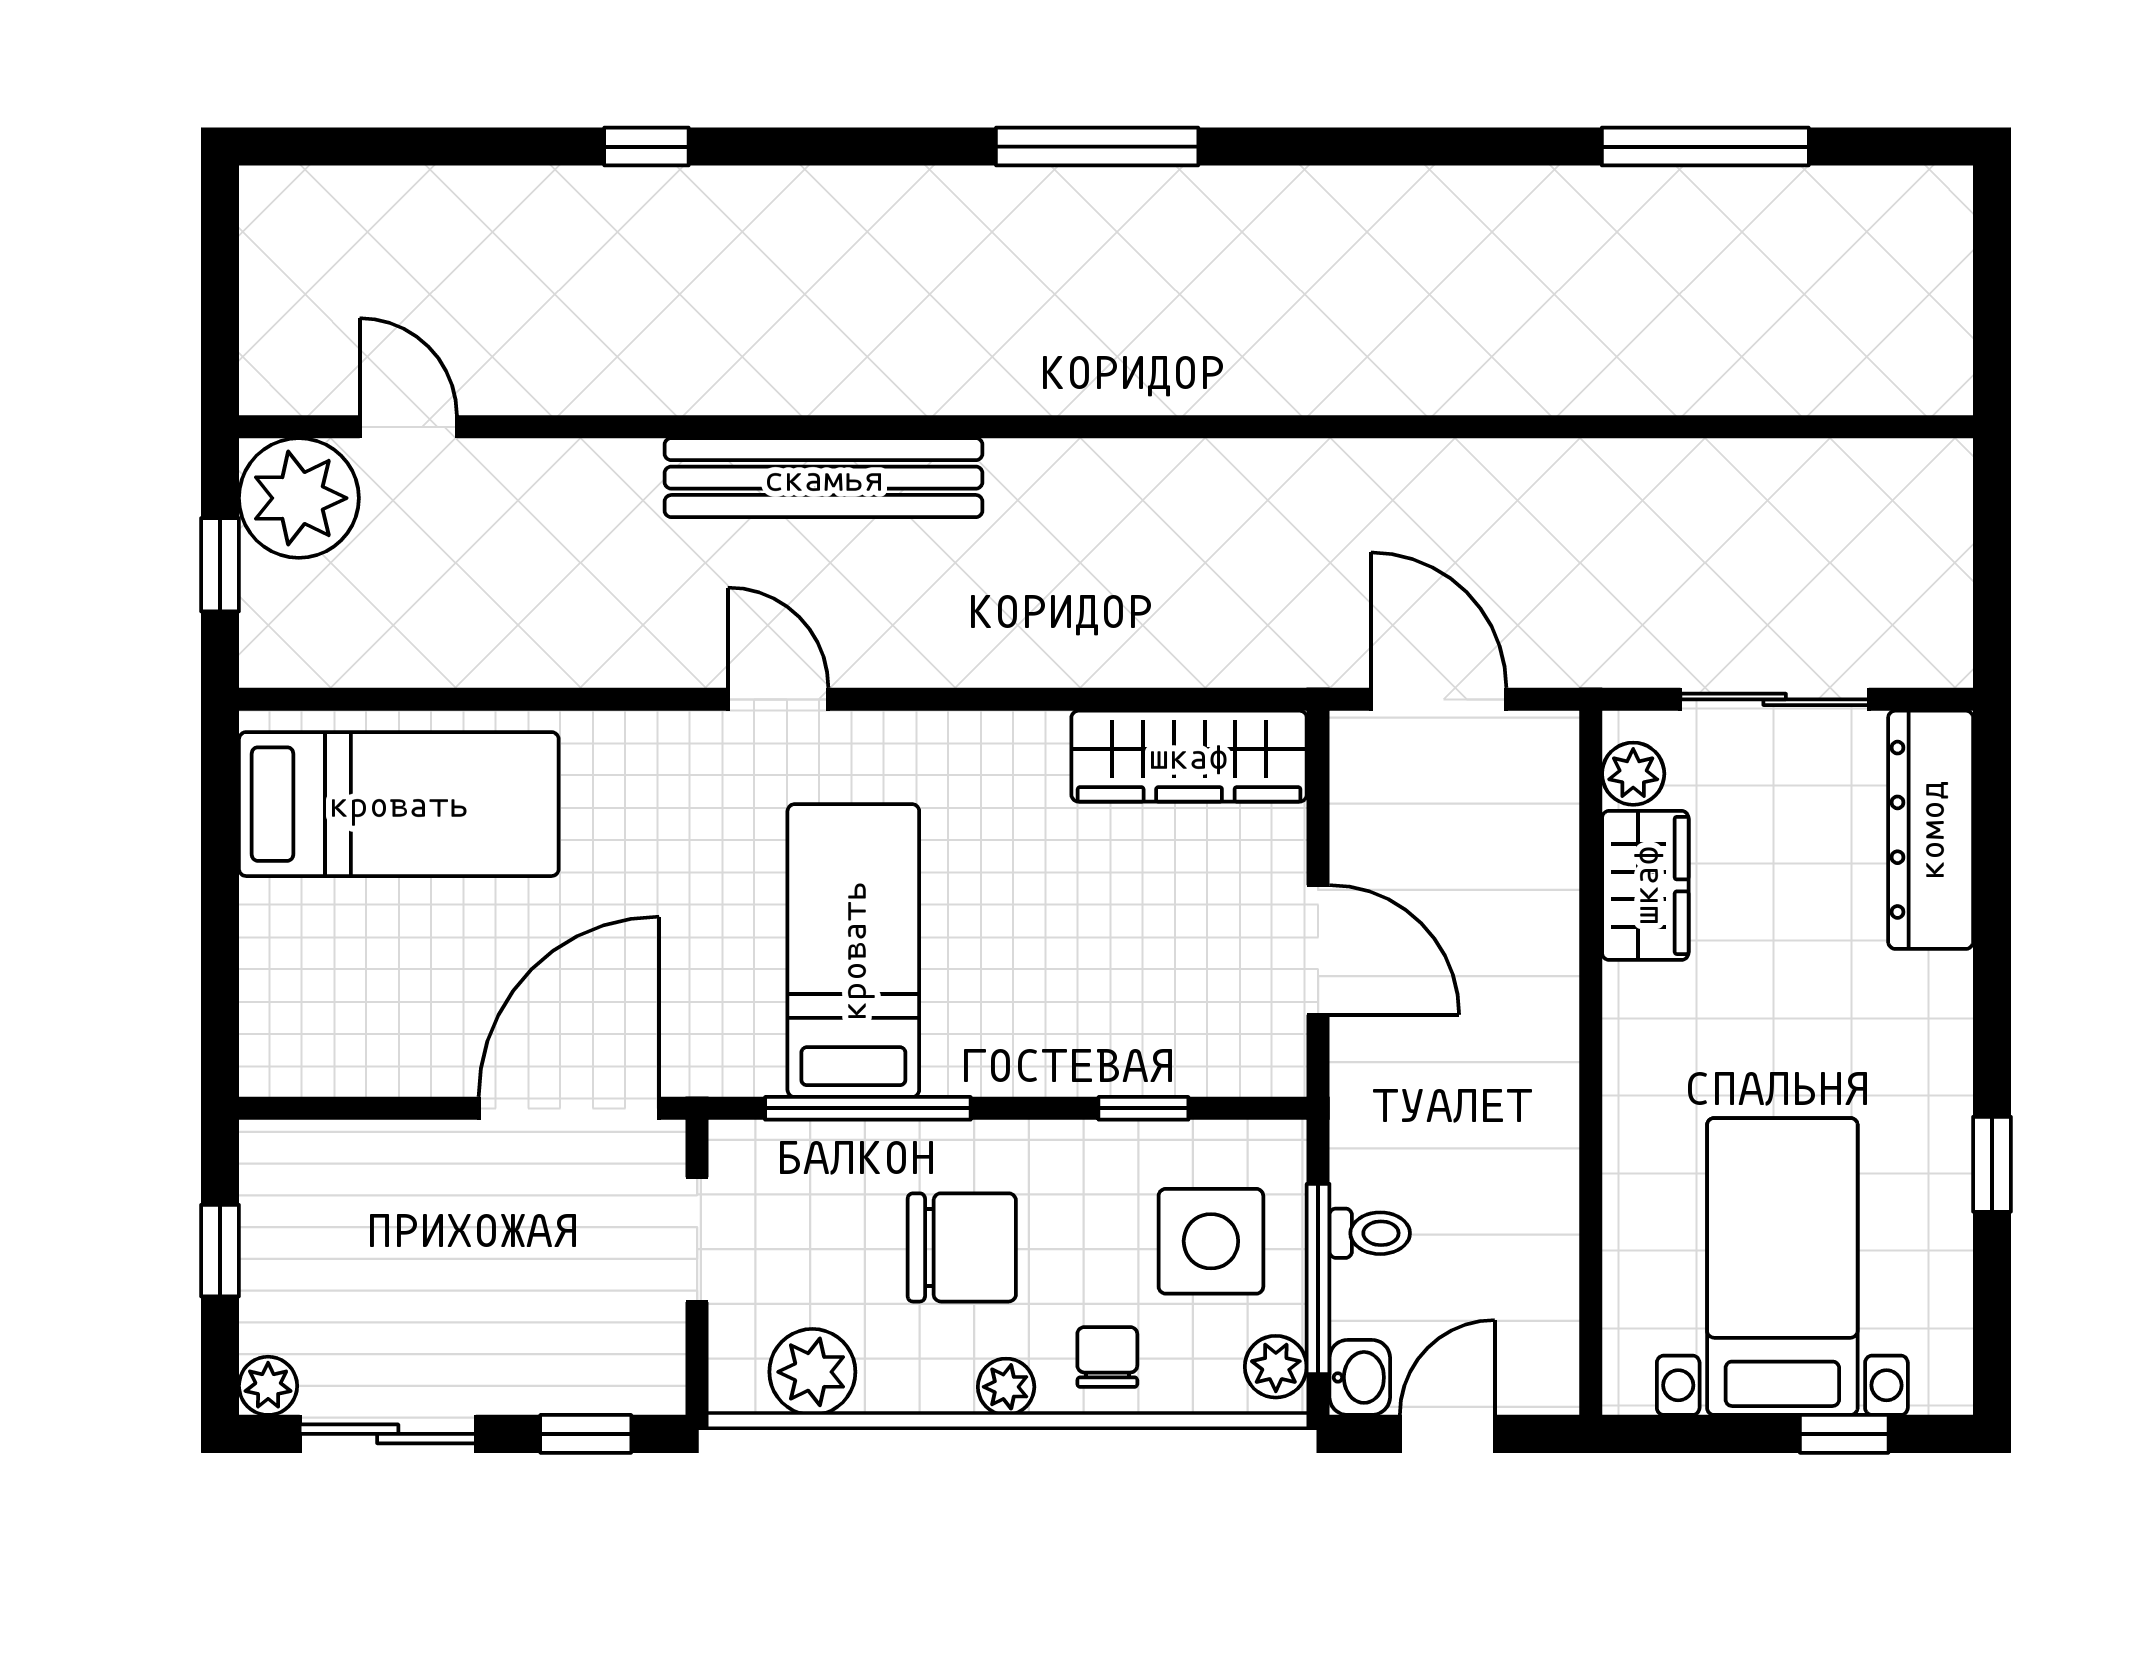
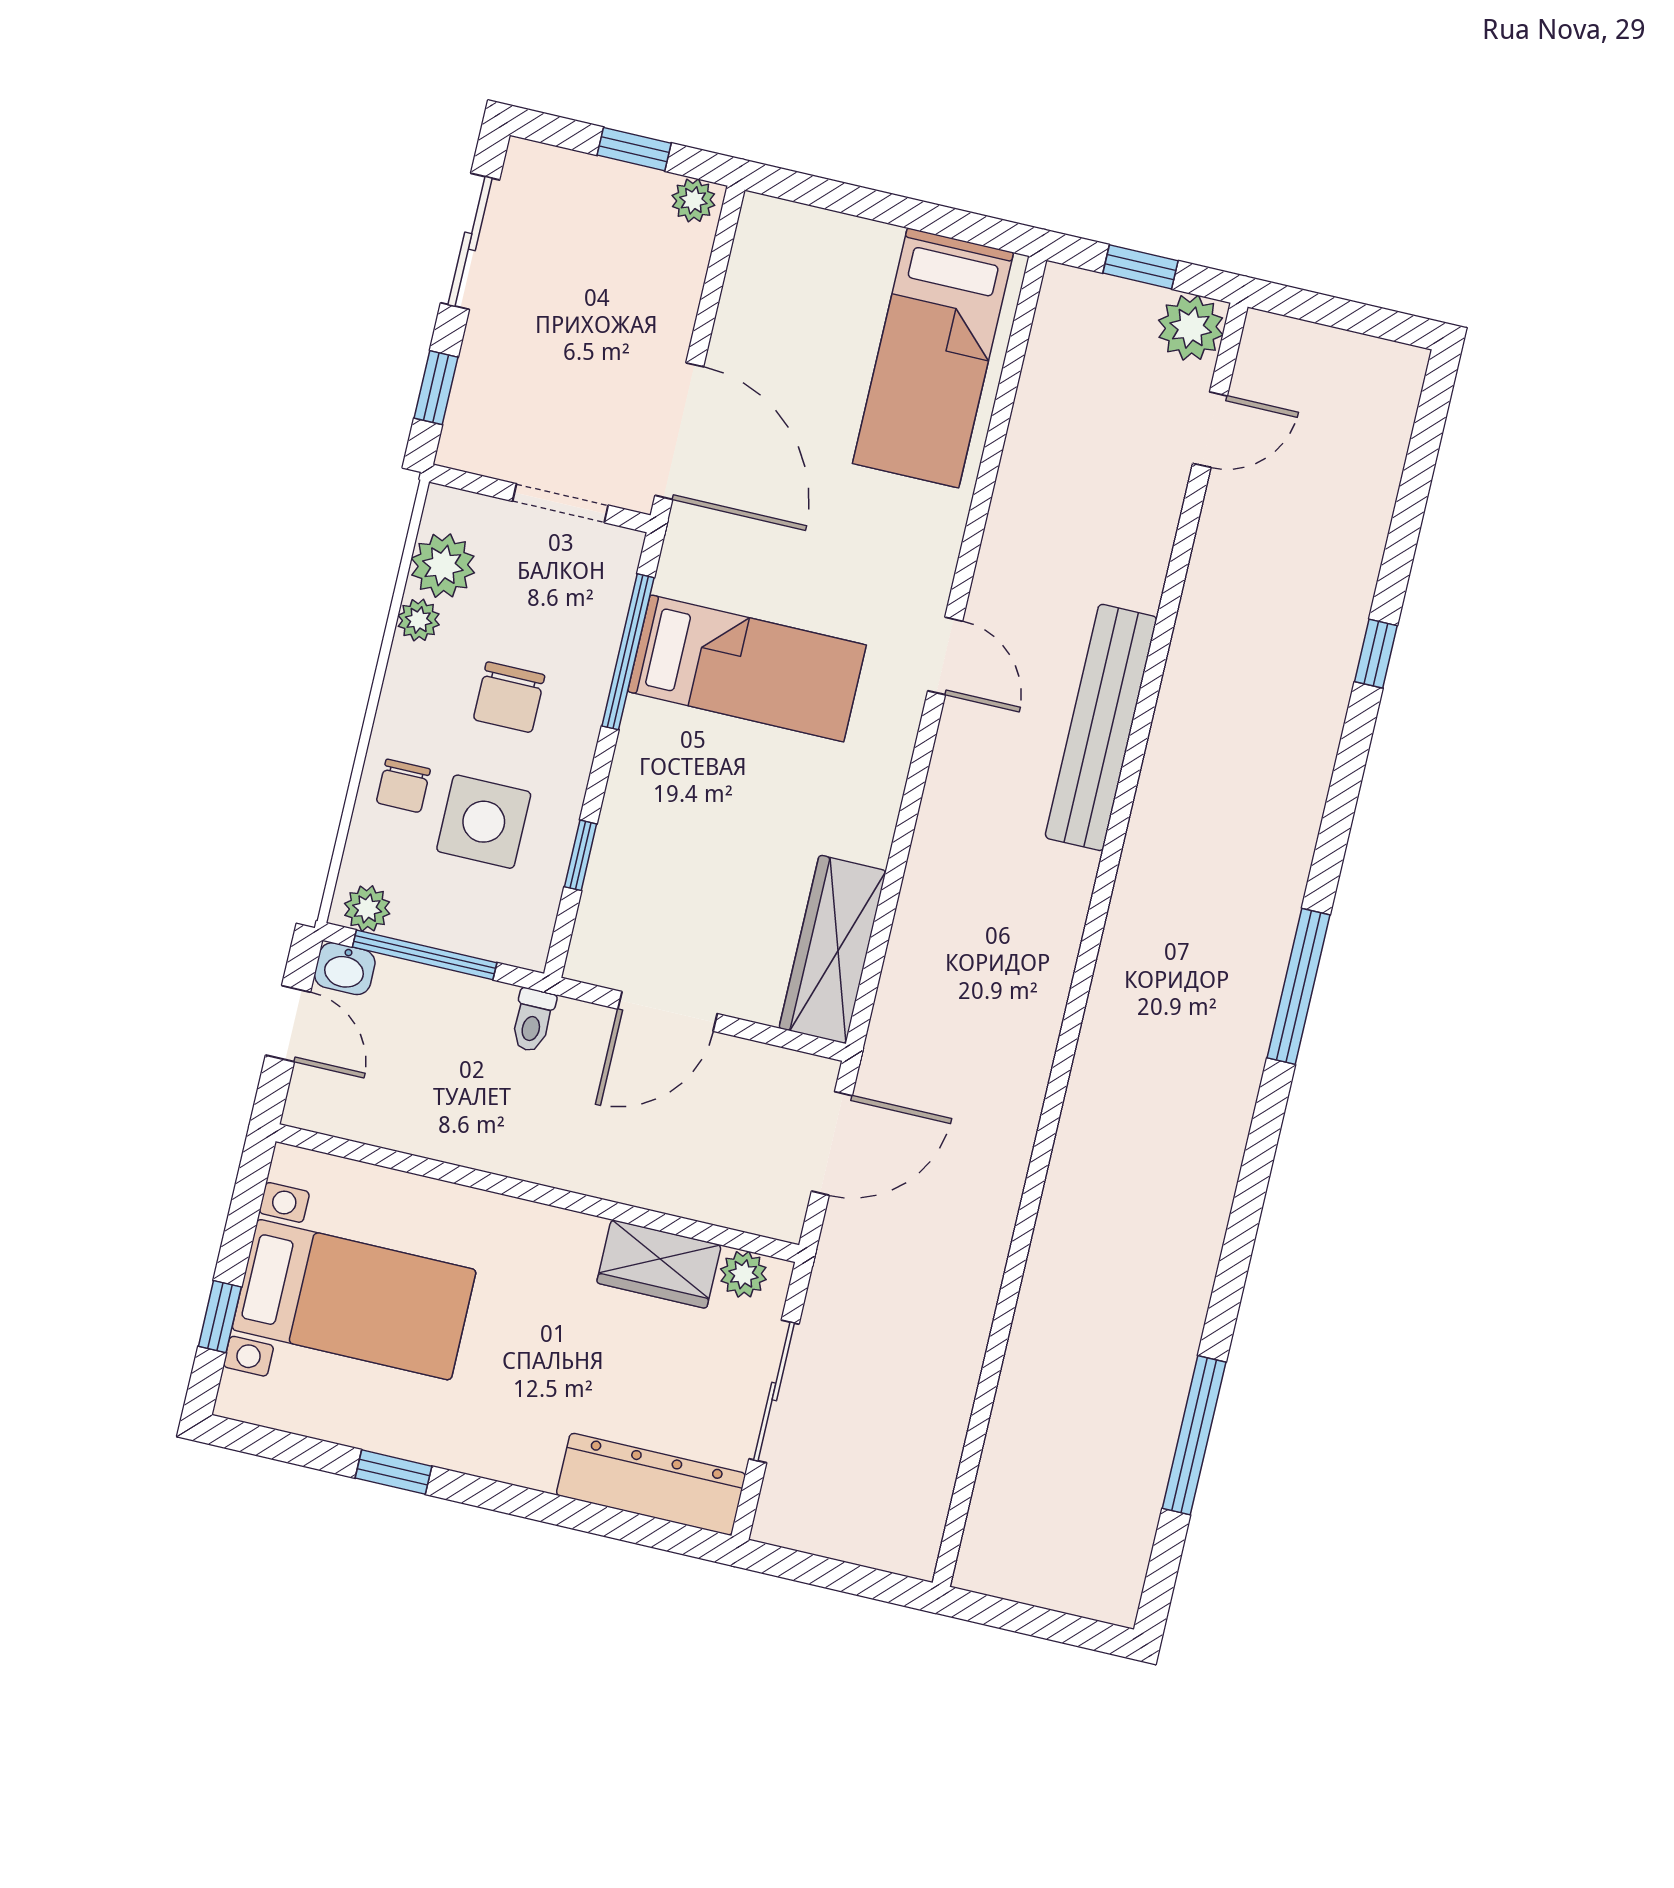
plant: (299, 498) -> (1191, 328), width x0.73, depth x0.73
door: (778, 699) -> (945, 656), hinge flipped
toilet: (1370, 1233) -> (533, 1020), moved
side table: (1211, 1241) -> (484, 822), moved
chair: (962, 1247) -> (509, 697), width x0.73, depth x0.73
chair: (1107, 1357) -> (403, 786), turned 90
plant: (268, 1386) -> (693, 200), moved
plant: (1006, 1387) -> (419, 620), moved

